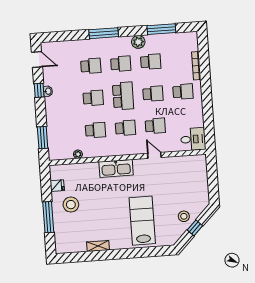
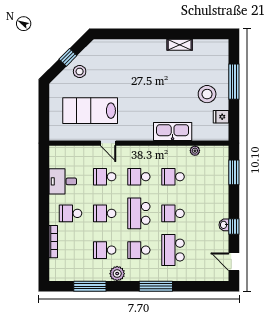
school desk: (91, 66) -> (173, 250), width x1.85
desk: (193, 139) -> (63, 181), moved
kitchen sink: (116, 168) -> (173, 131), moved
lab bench: (142, 221) -> (90, 111), moved, turned 90

